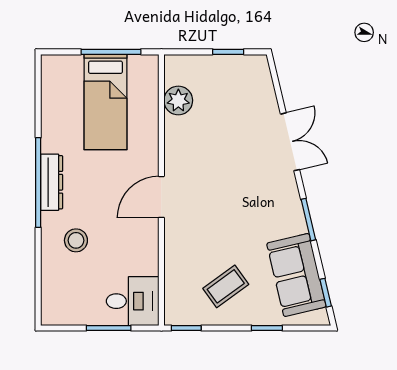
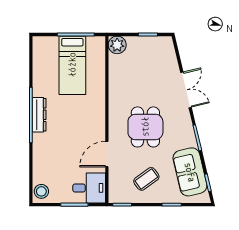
plant: (178, 100) -> (117, 45), moved
door: (161, 197) -> (107, 154), moved
dining table: (224, 202) -> (145, 127), added
stool: (76, 240) -> (41, 191), moved

